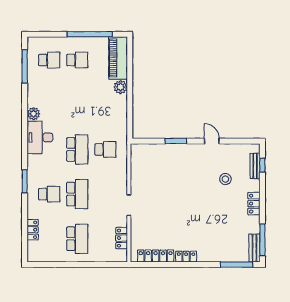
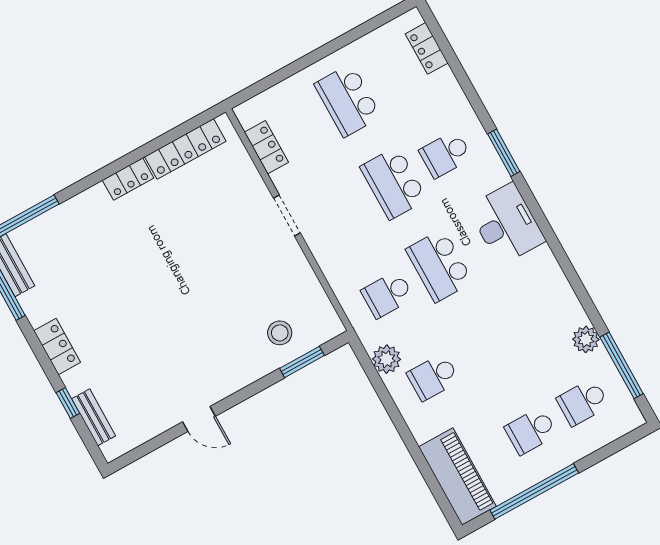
plant: (121, 87) -> (387, 359), moved
school desk: (105, 105) -> (433, 377), added
plant: (34, 114) -> (586, 339), moved
desk: (40, 137) -> (506, 224), moved
window: (176, 141) -> (302, 362), moved
window: (262, 165) -> (68, 403), moved
stool: (225, 179) -> (280, 333), moved
locker: (33, 230) -> (427, 48), moved

